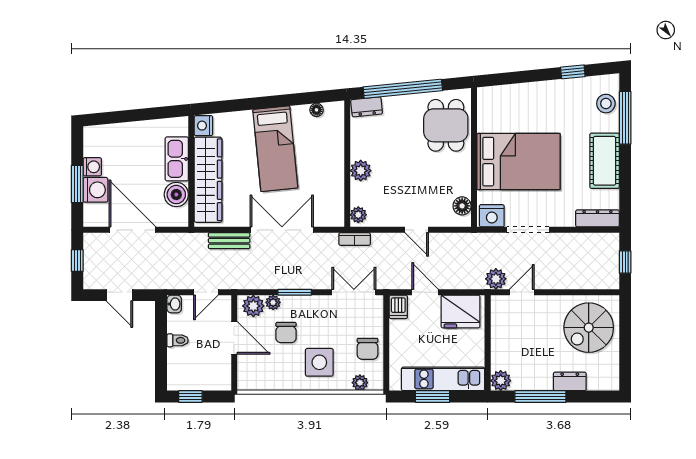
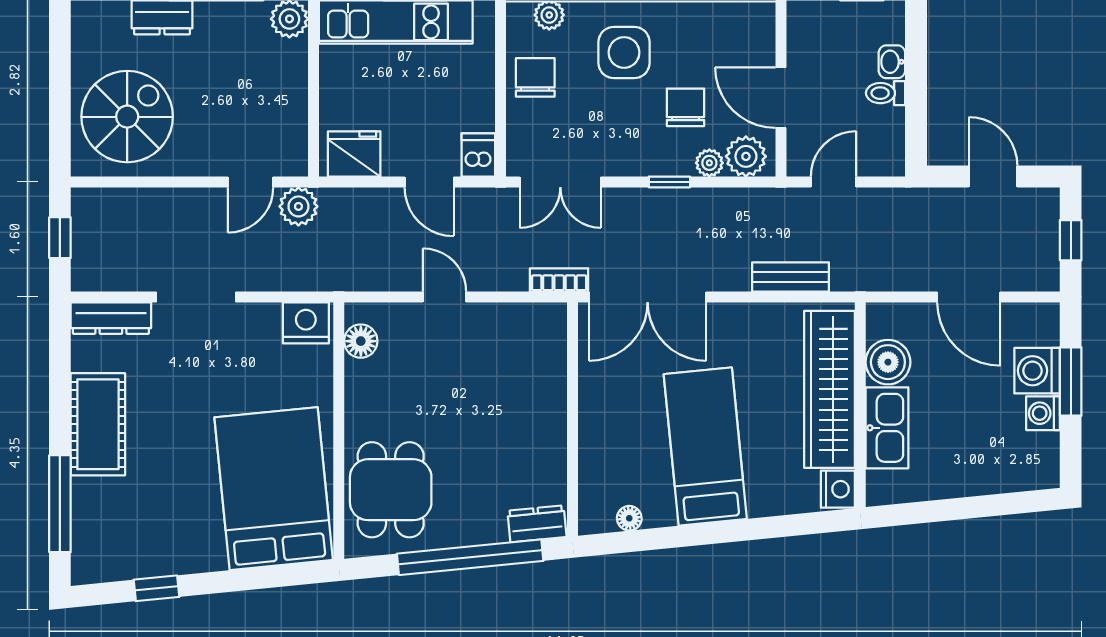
stool: (606, 104) -> (95, 530), removed
bed: (519, 162) -> (274, 489), moved, turned 84
plant: (361, 171) -> (548, 406), removed
plant: (358, 215) -> (552, 325), removed
door: (132, 230) -> (969, 297), width x0.73
double door: (282, 230) -> (648, 297), moved
doorway: (528, 230) -> (196, 297), moved
window: (295, 292) -> (669, 182), width x0.67
washbasin: (174, 304) -> (892, 62), moved
fridge: (460, 312) -> (354, 154), width x0.73, depth x0.75

